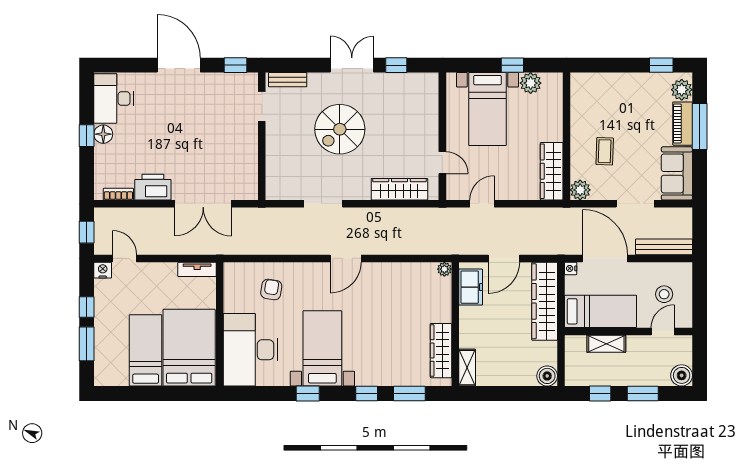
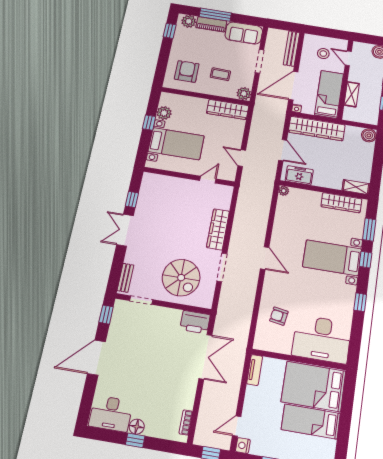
armchair: (600, 102) -> (187, 71), added
spiral stairs: (340, 129) -> (181, 278), moved
printer: (153, 187) -> (195, 322), moved, turned -90
wardrobe: (399, 189) -> (218, 229), moved
bed with nightstands: (322, 348) -> (332, 258), moved

